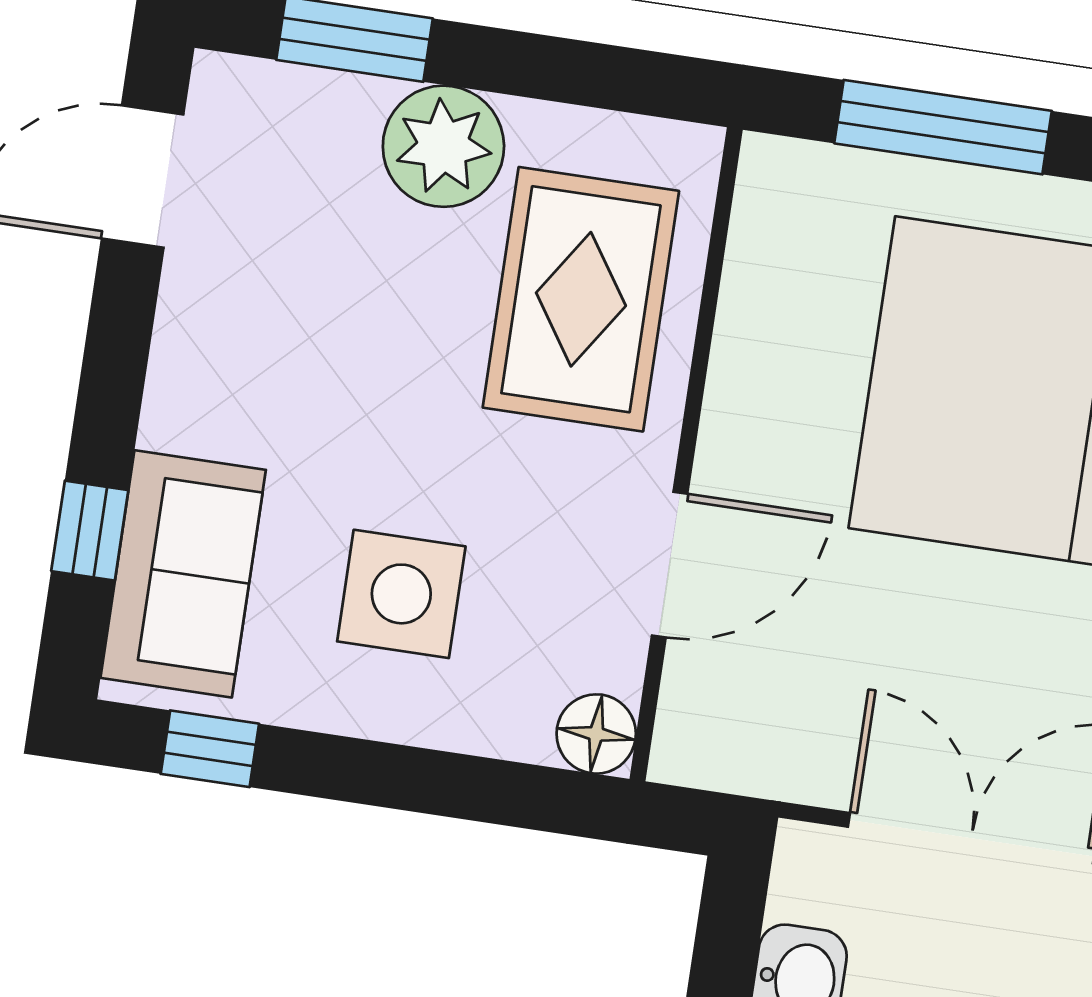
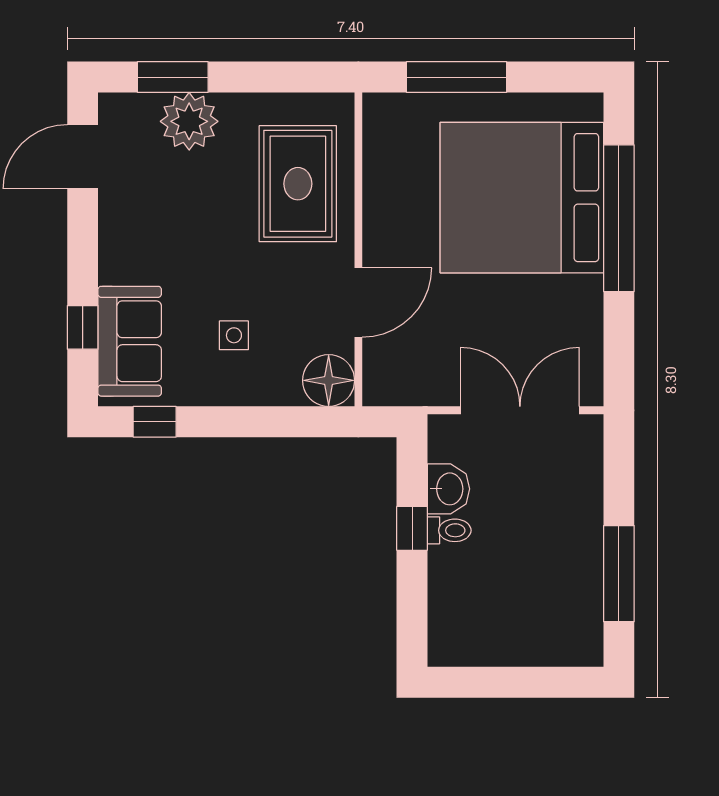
plant: (443, 146) -> (189, 121), moved
side table: (401, 594) -> (234, 335), width x0.54, depth x0.54
floor lamp: (596, 734) -> (329, 380), width x1.38, depth x1.38

